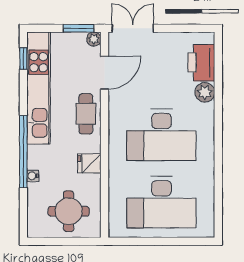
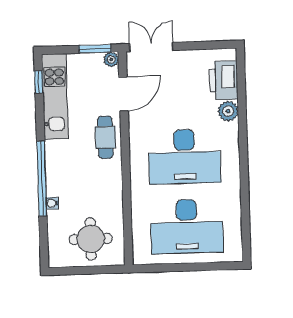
kitchen unit: (39, 88) -> (55, 96), width x0.73
fridge: (89, 163) -> (111, 189), removed

